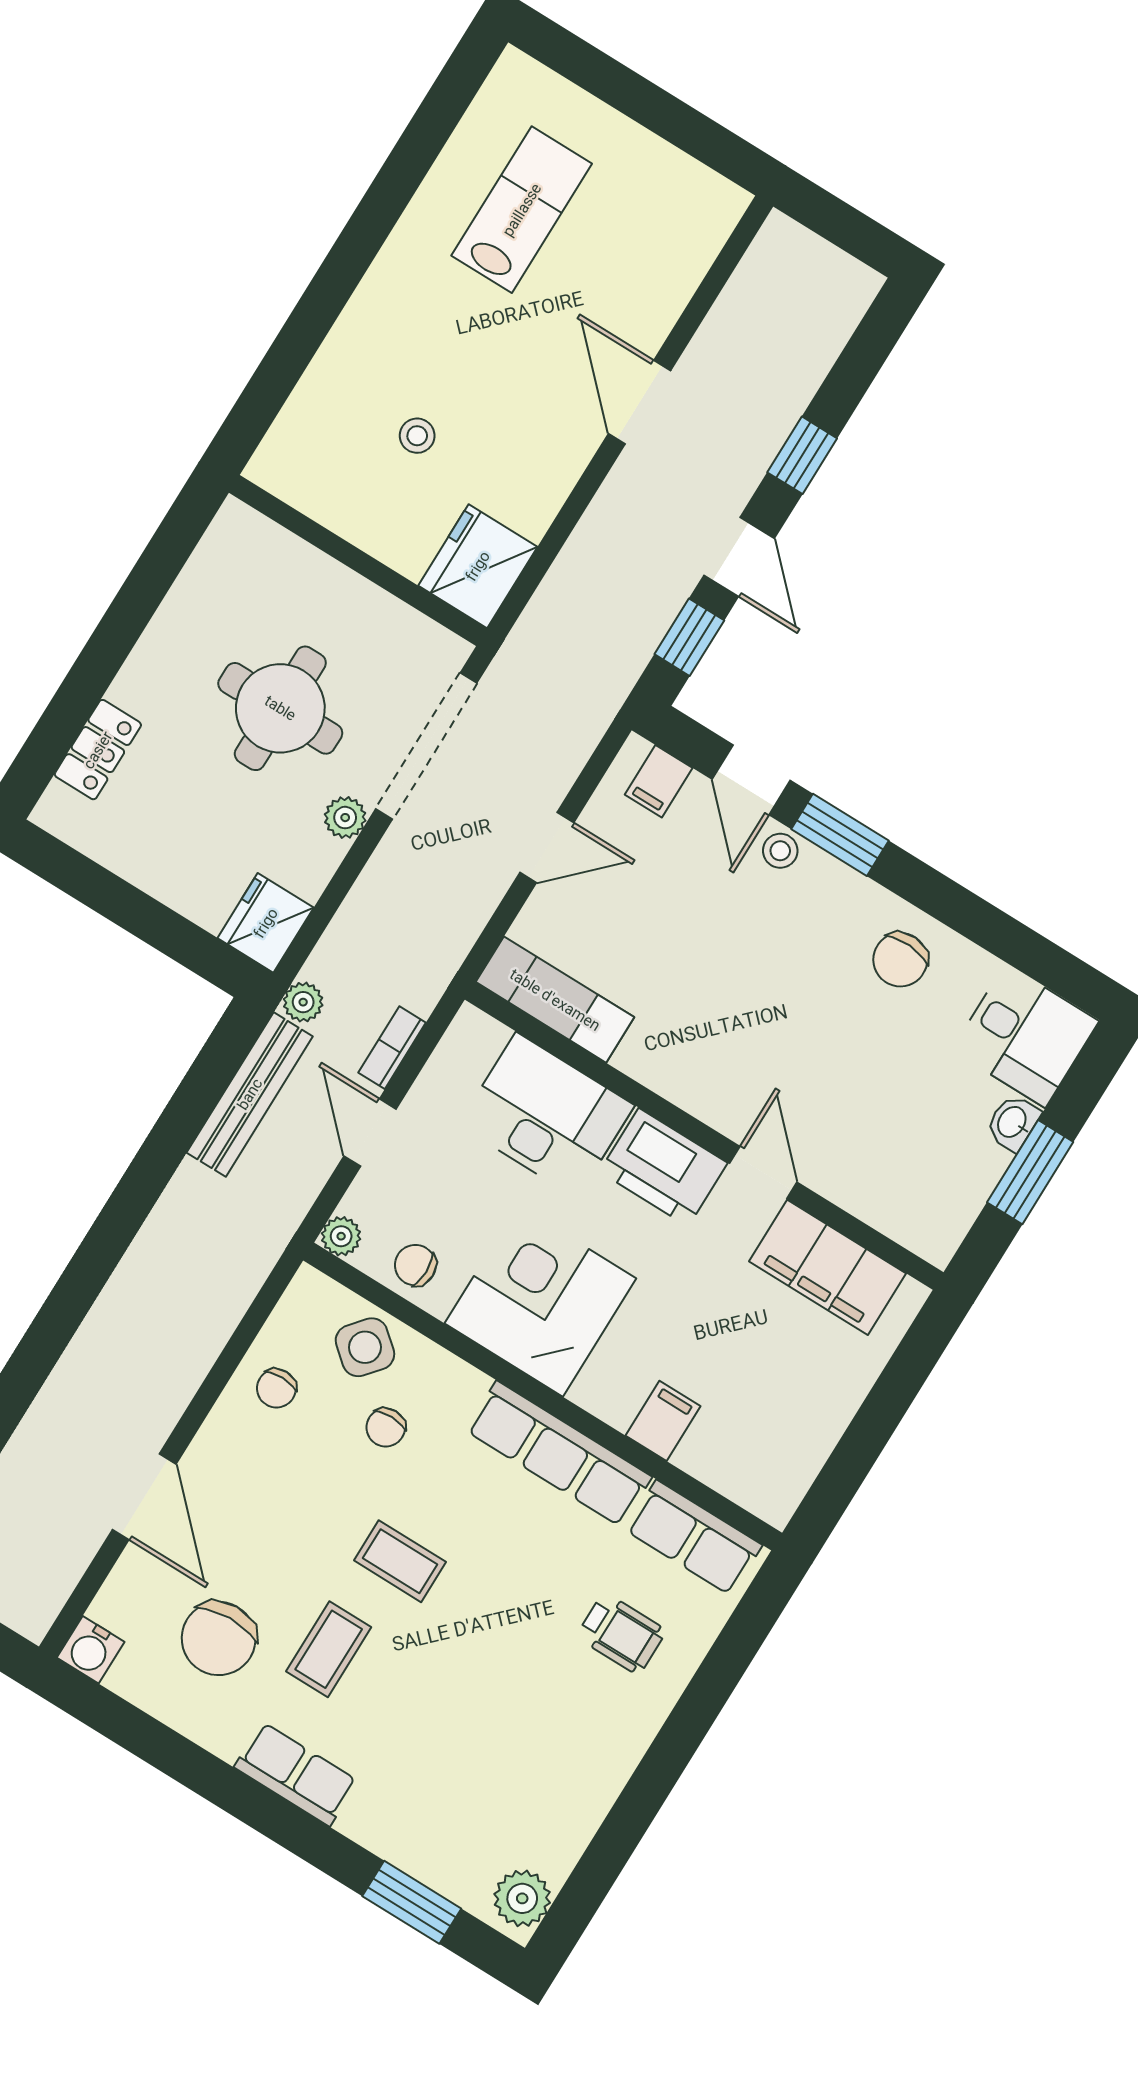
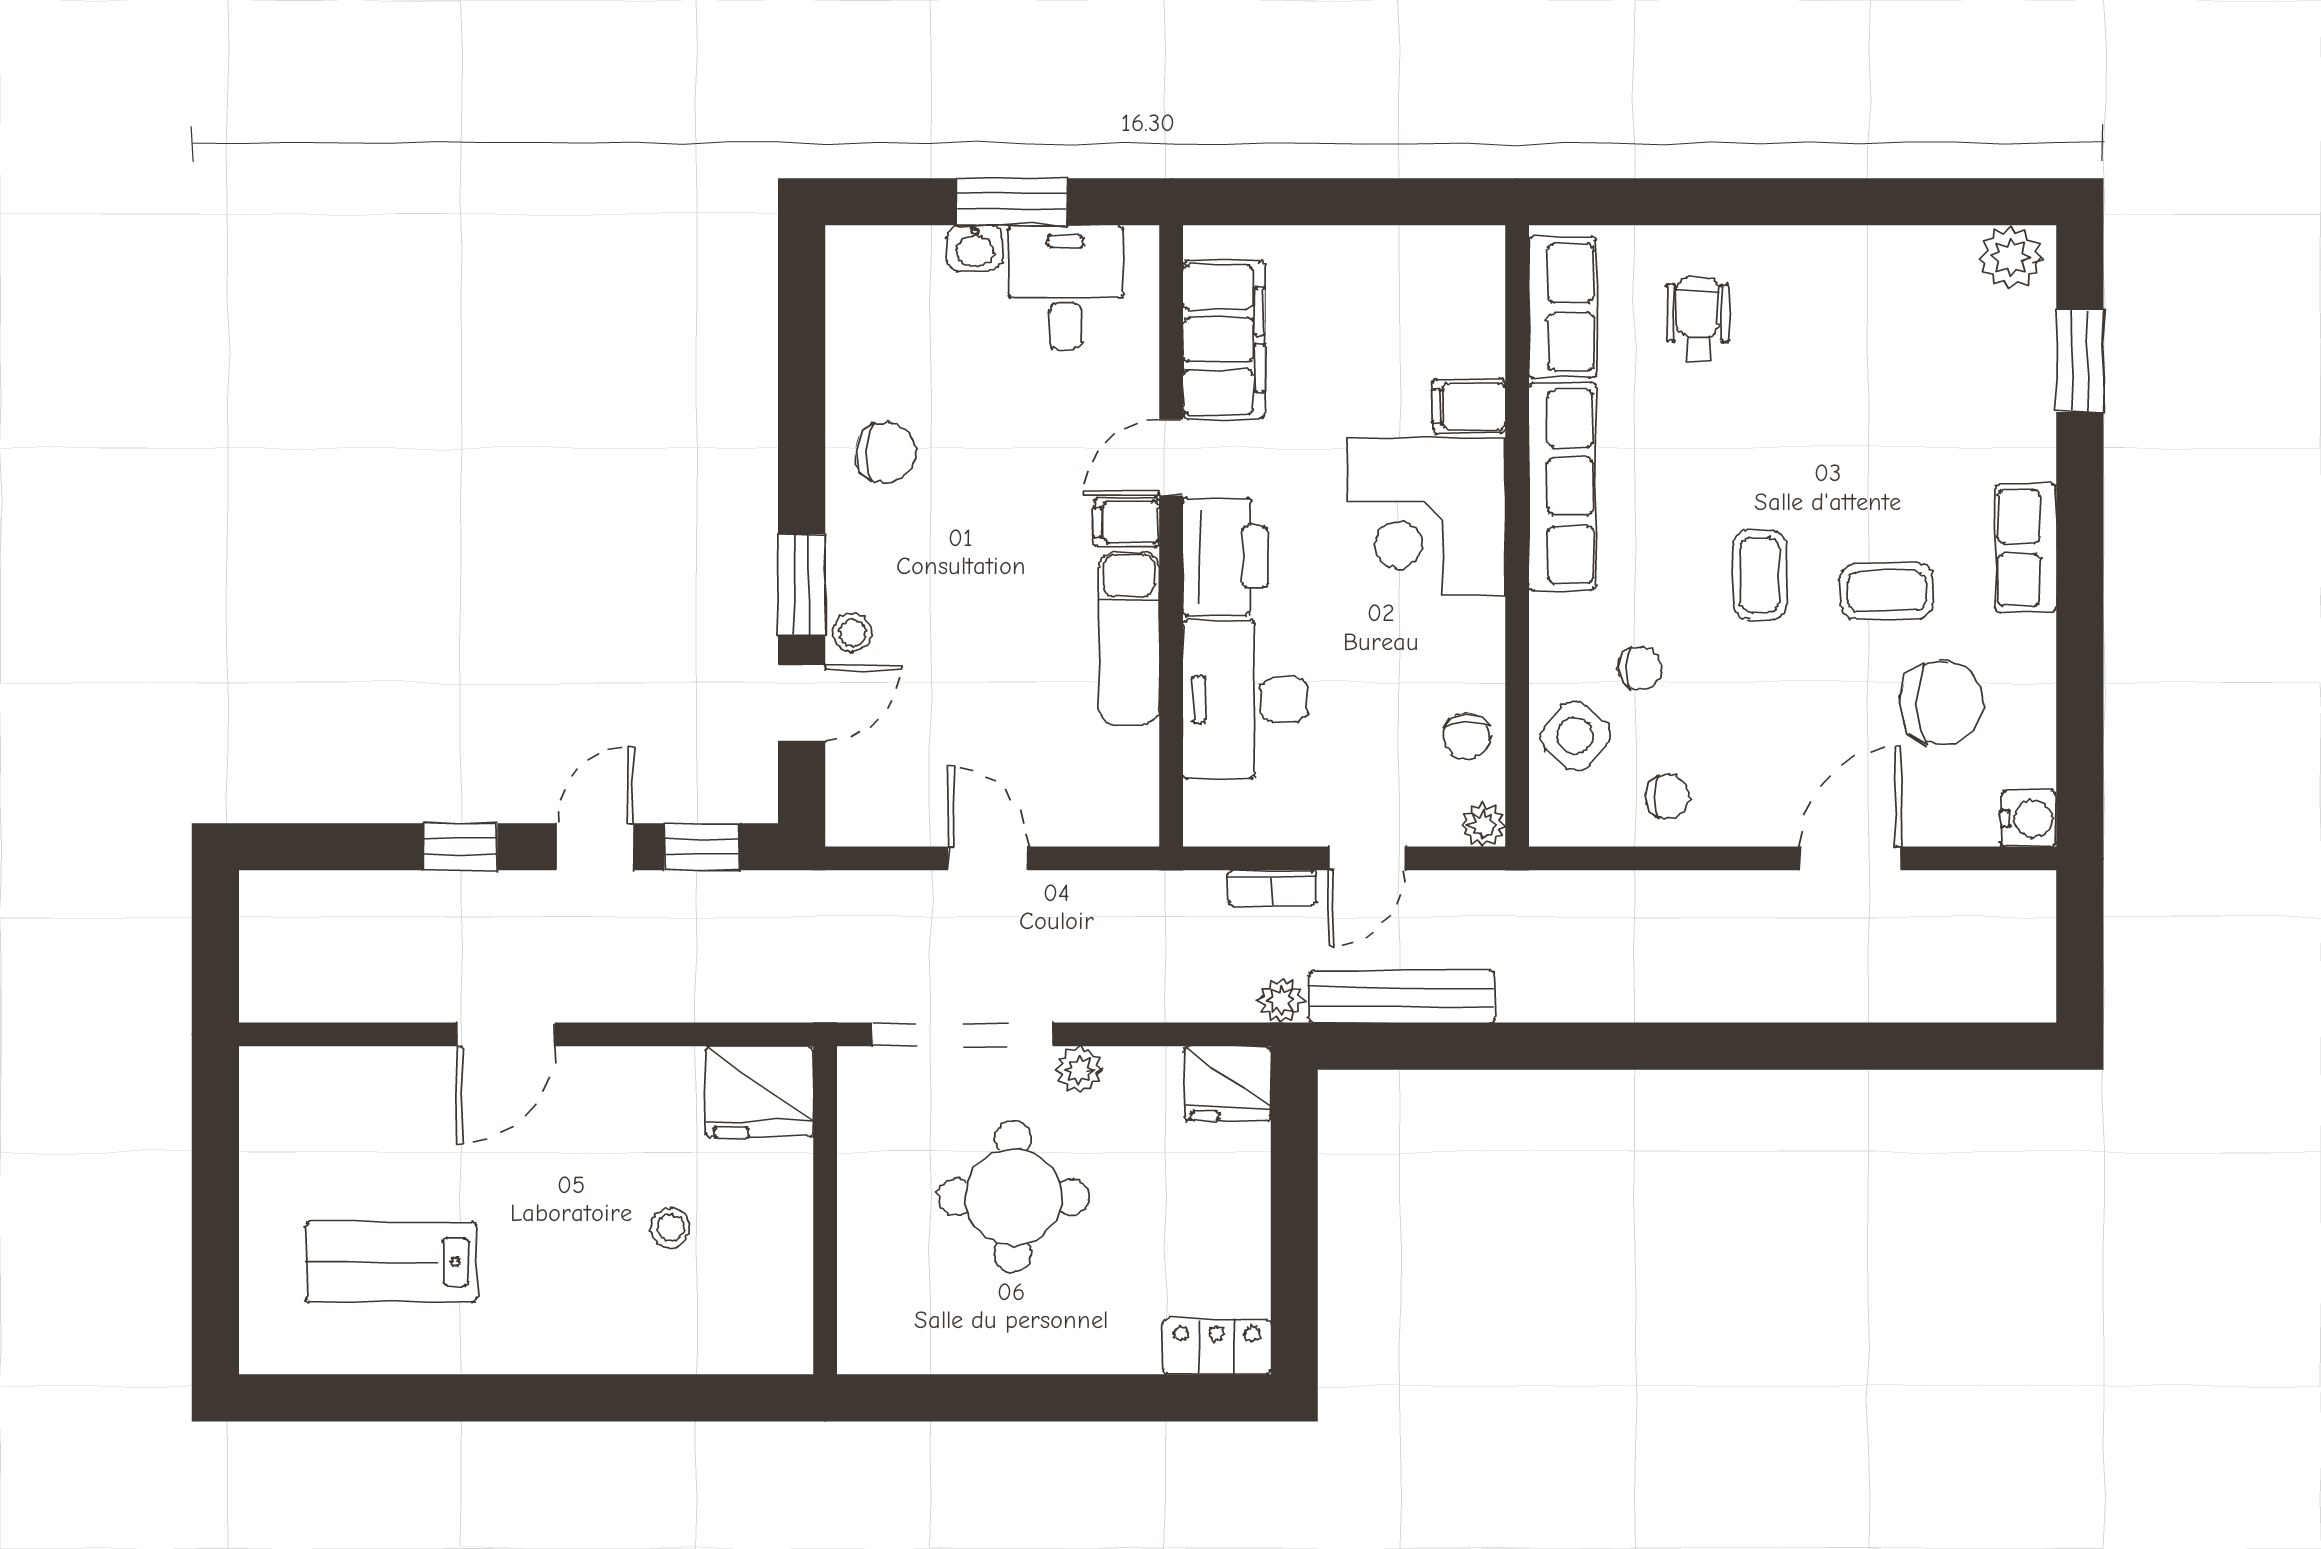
locker: (98, 750) -> (1217, 1347), moved
filing cabinet: (659, 781) -> (1126, 522), moved, turned 180
exam couch: (555, 1000) -> (1129, 638), moved
desk: (1025, 1036) -> (1066, 288), moved
corner desk: (540, 1301) -> (1427, 517), moved

